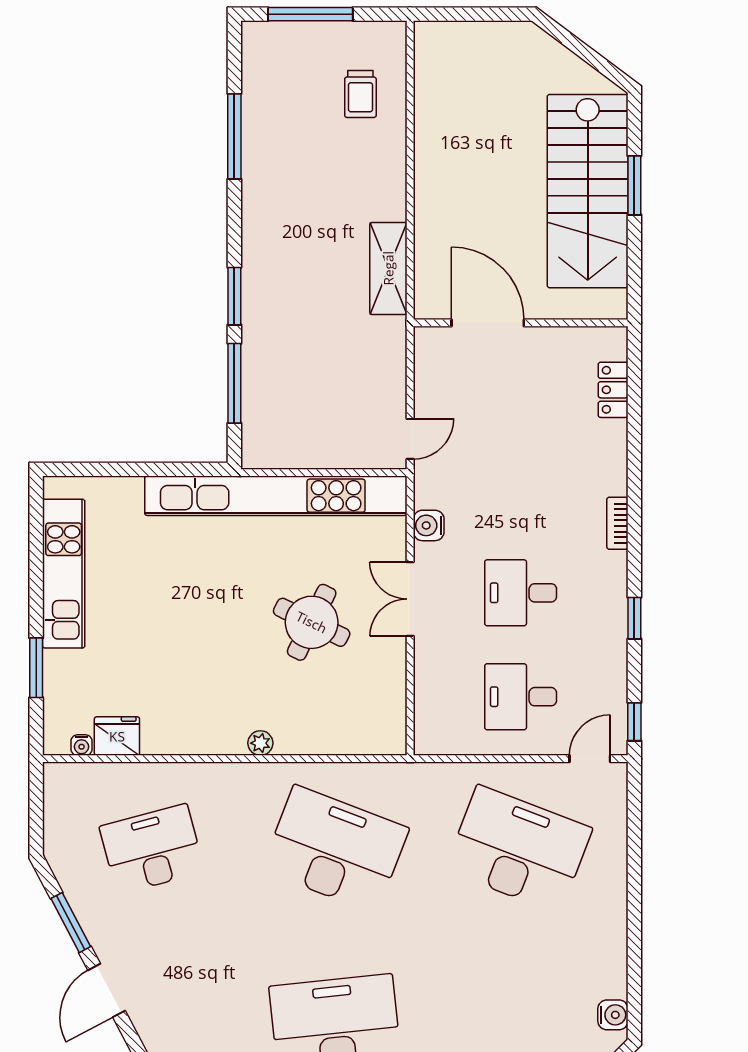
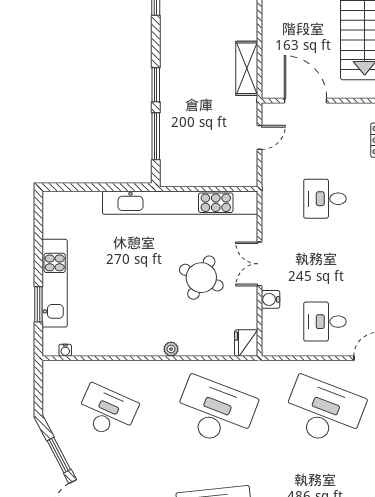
door: (410, 439) -> (260, 137), moved
water cooler: (429, 525) -> (271, 299), moved
kitchen unit: (64, 574) -> (55, 283), moved
desk: (521, 593) -> (325, 199), moved
fridge: (117, 736) -> (246, 343), moved, turned -90
desk: (152, 849) -> (107, 412), turned 39

